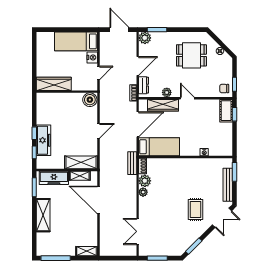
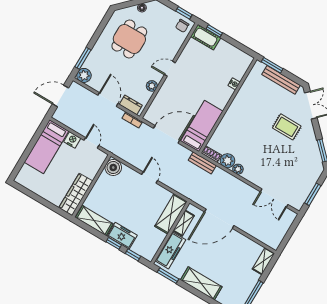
wardrobe: (163, 105) -> (162, 97), removed
shelving: (42, 109) -> (94, 221), added
door: (138, 124) -> (167, 134), hinge flipped
freezer: (44, 140) -> (122, 236), width x0.71

